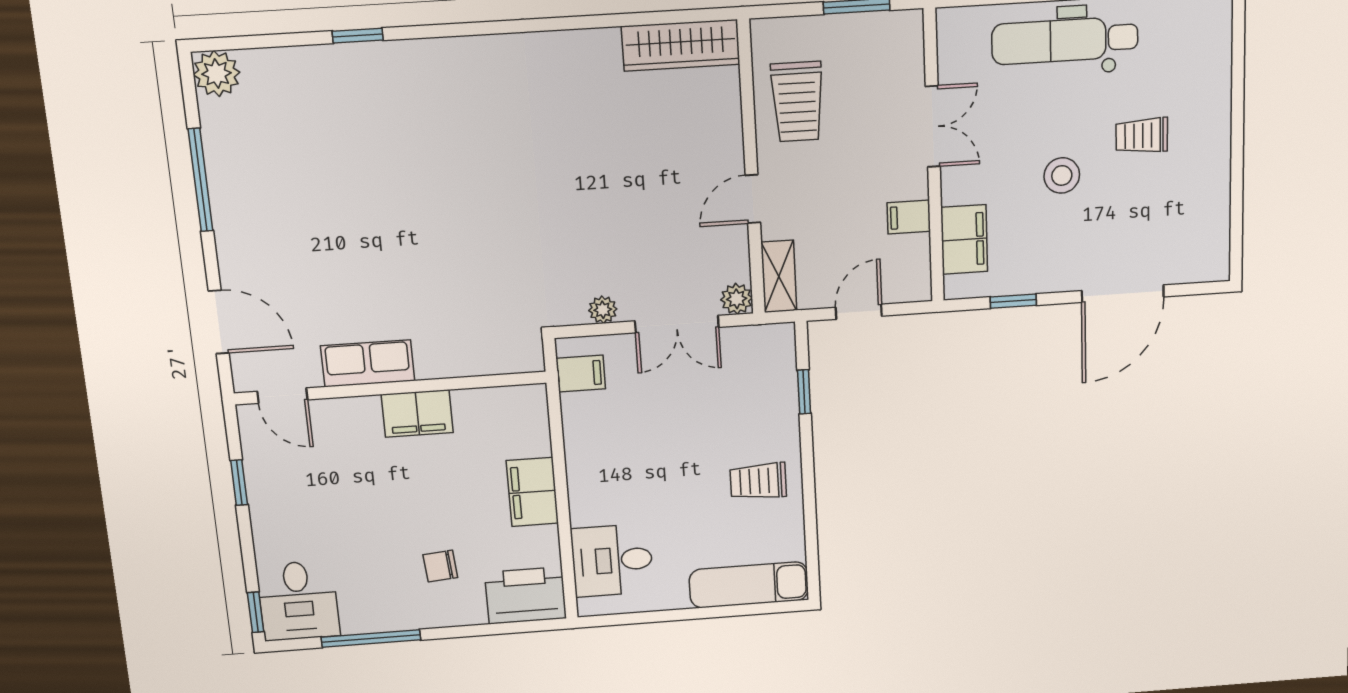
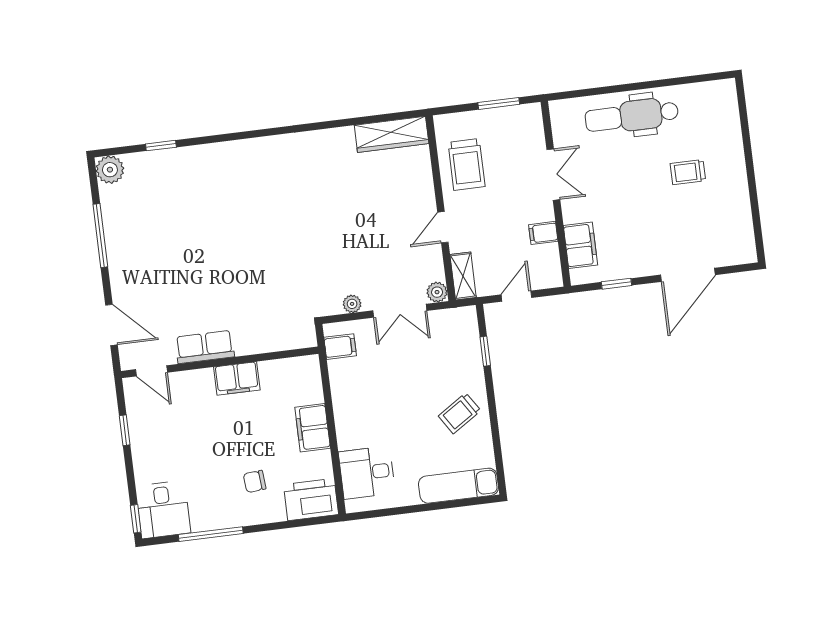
window: (358, 36) -> (161, 146), moved
stool: (1062, 175) -> (639, 201), removed
trolley: (758, 481) -> (460, 413), turned -33

